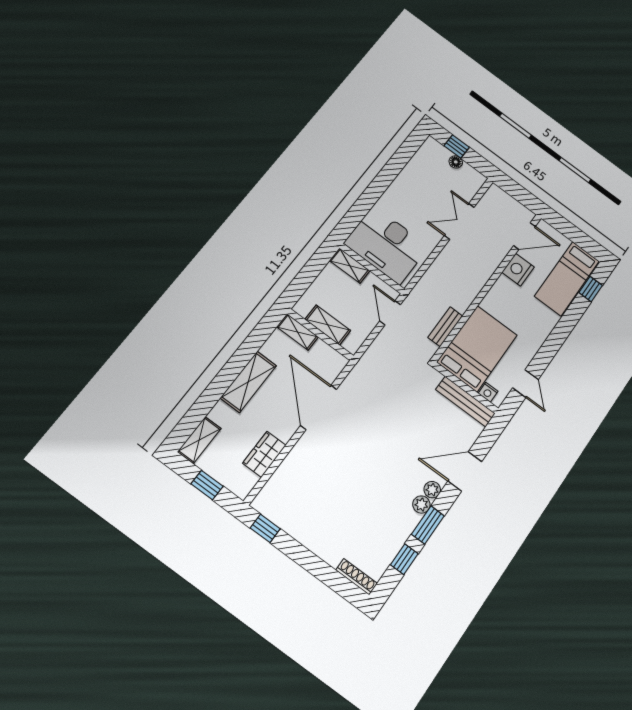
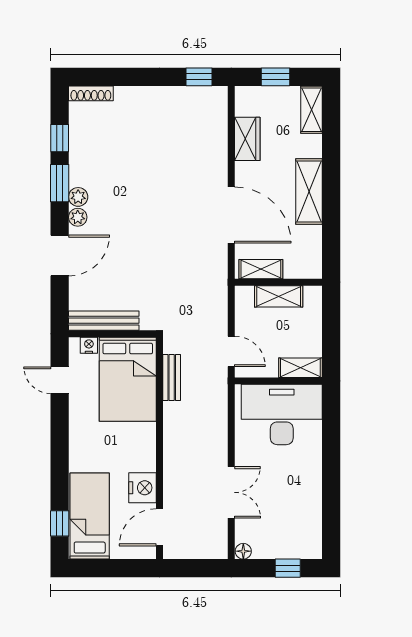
floor lamp: (456, 162) -> (243, 551), moved
shelving: (297, 332) -> (261, 269), moved

